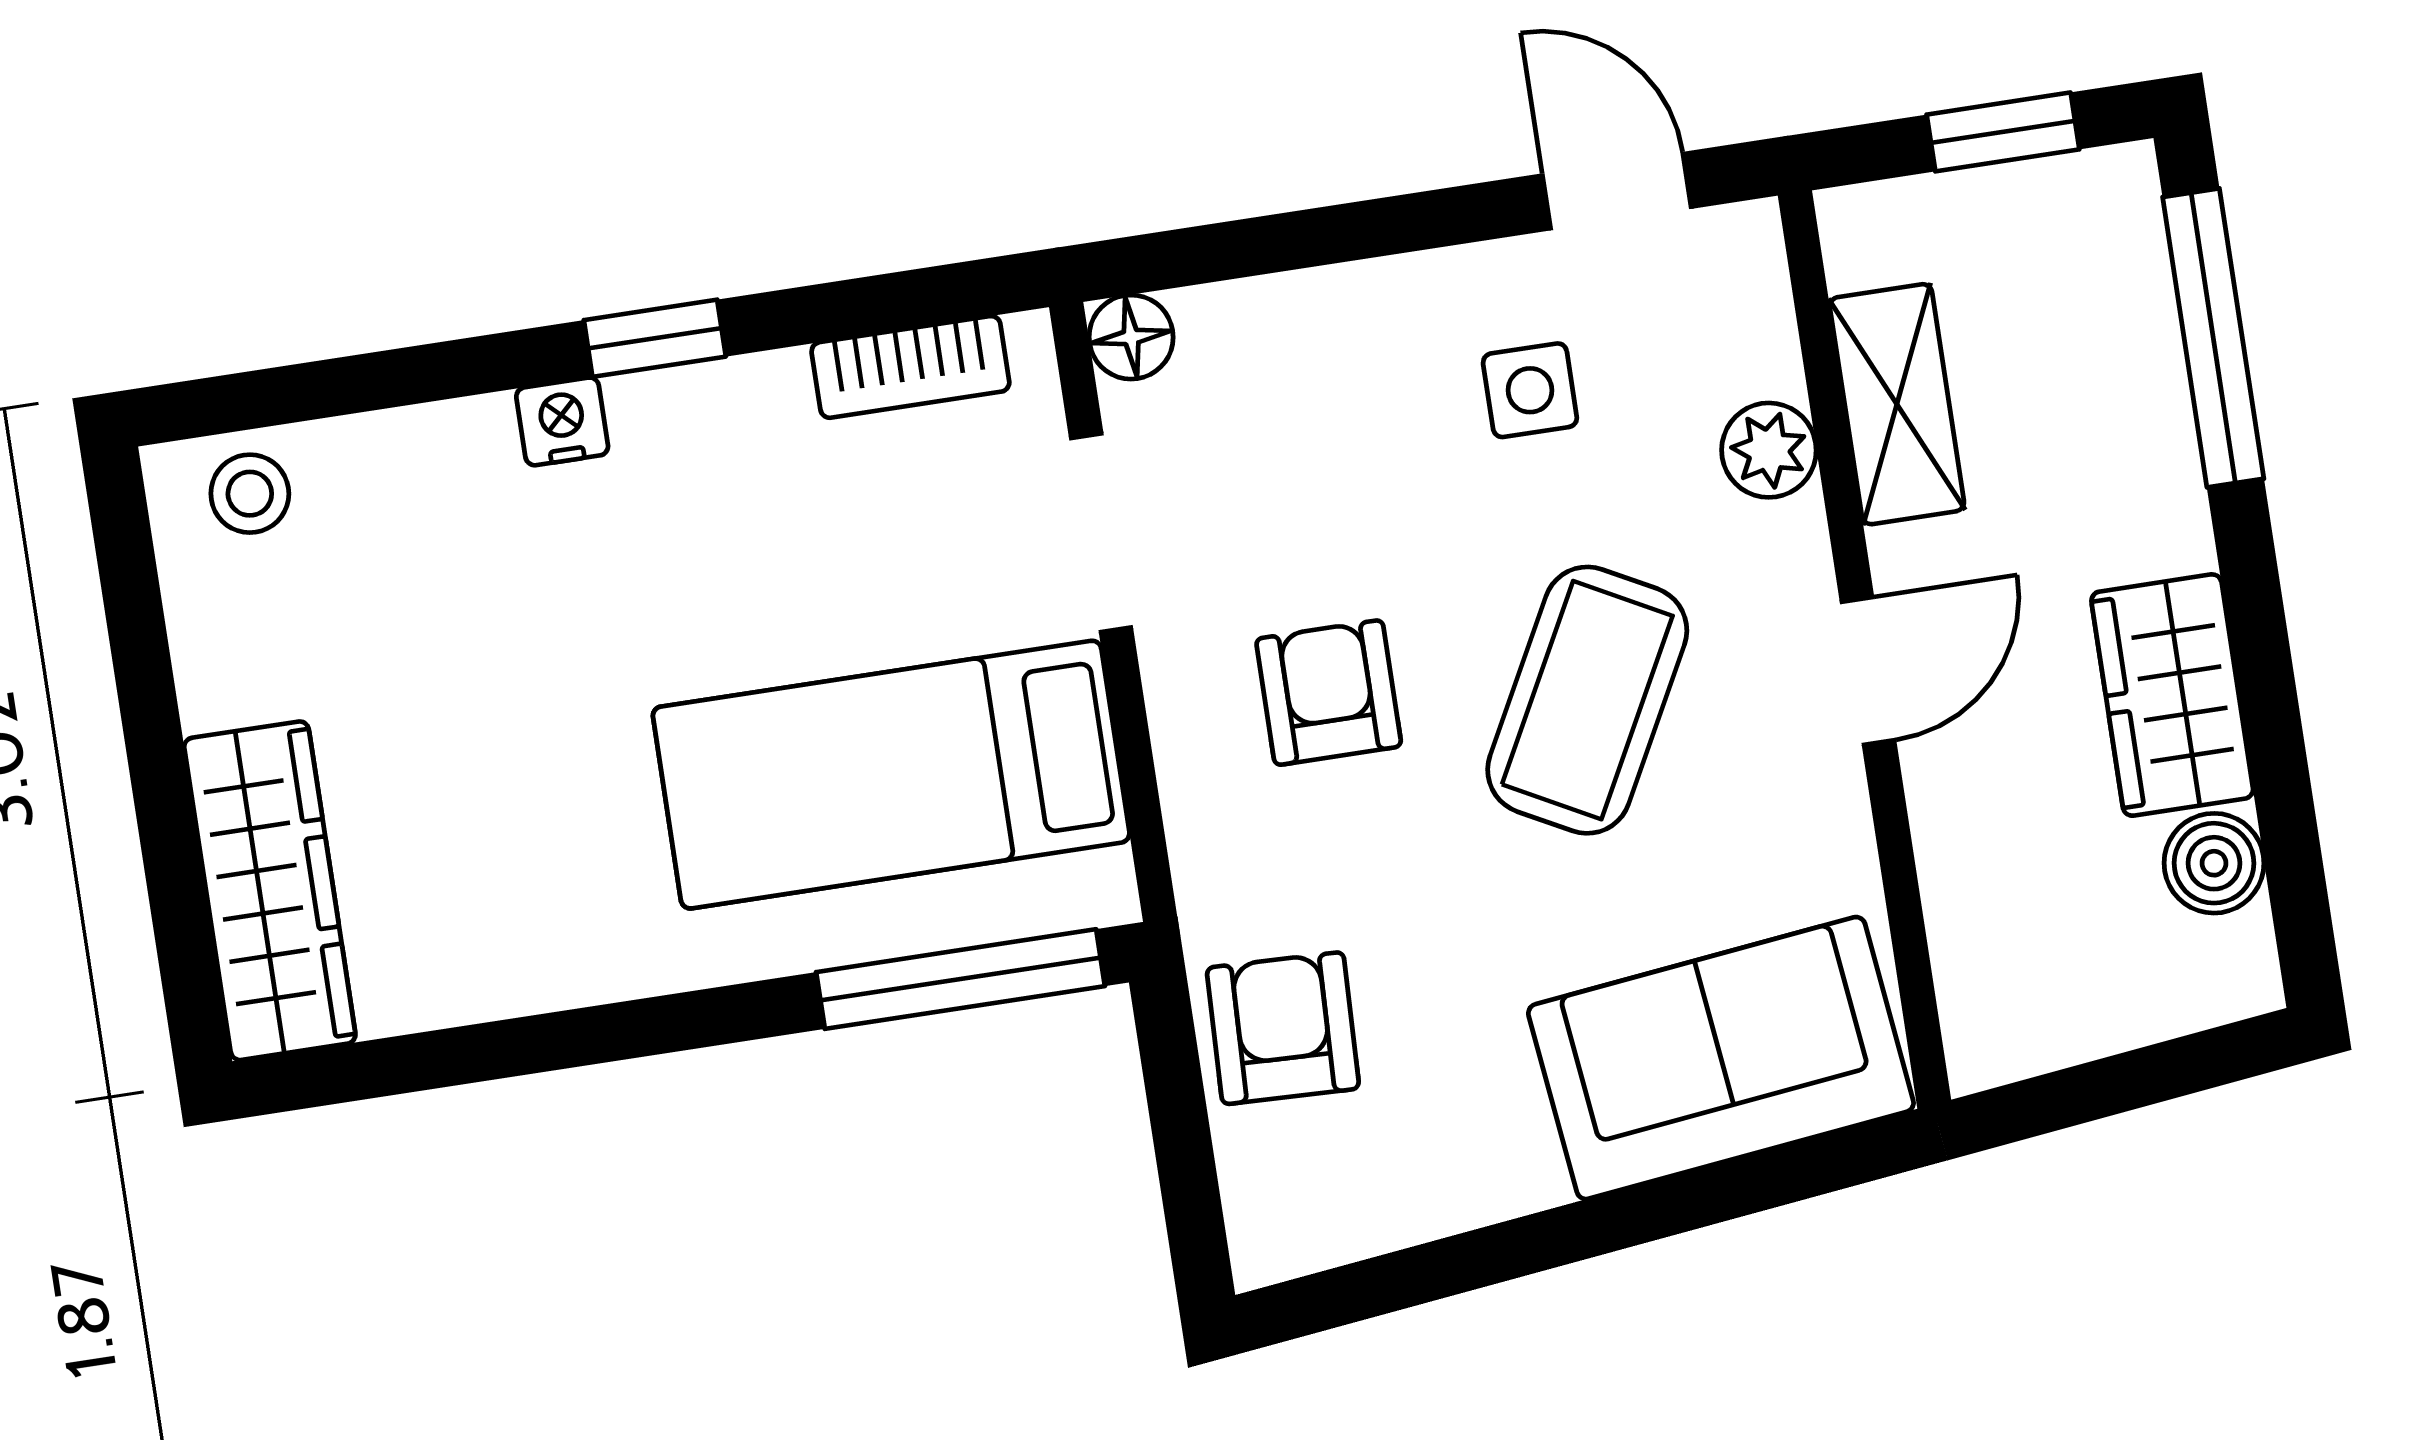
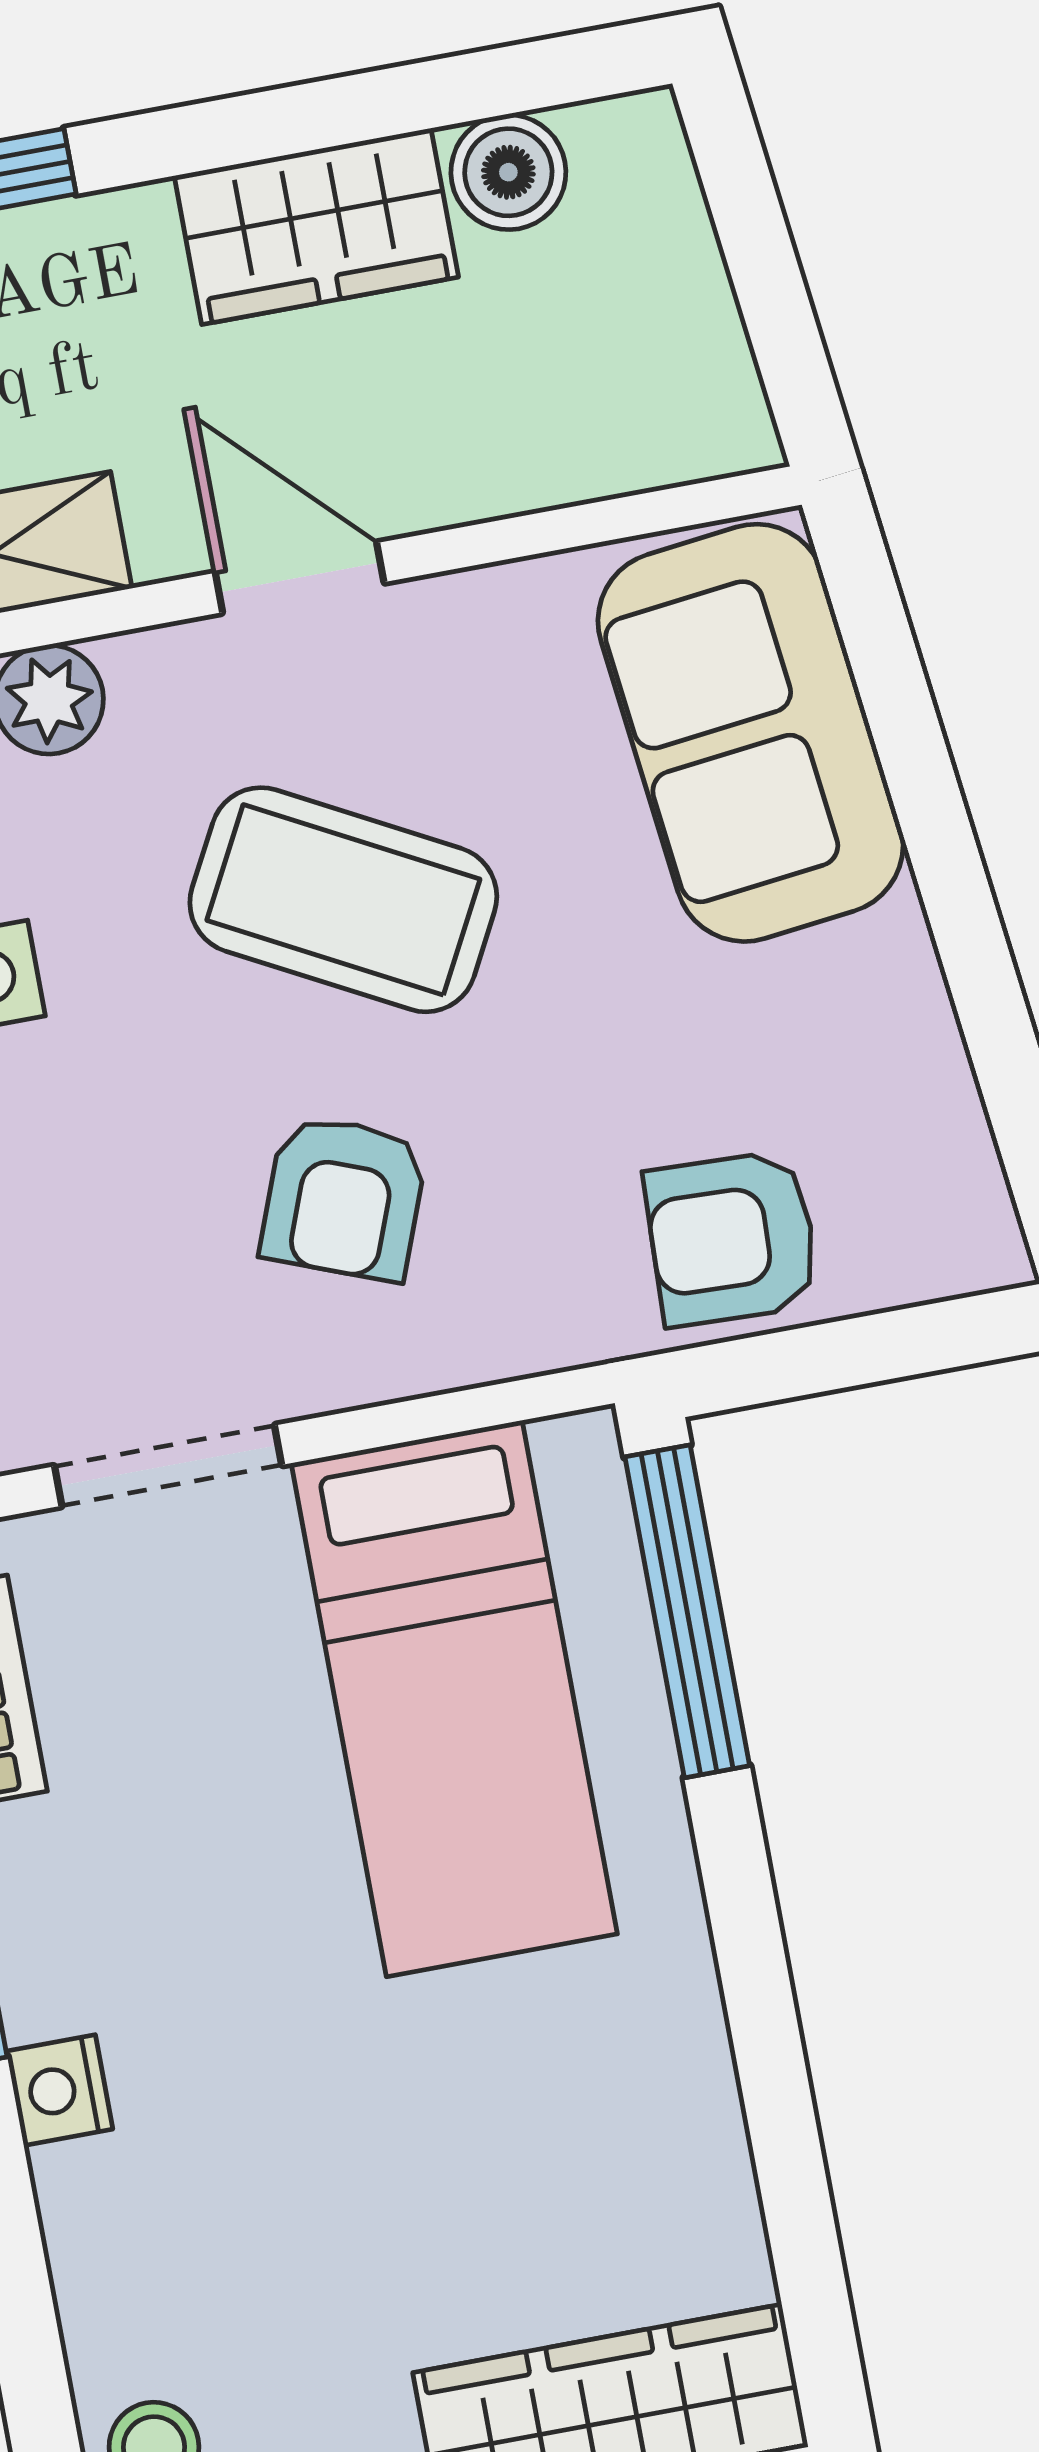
armchair: (1329, 693) -> (344, 1198), turned -69

